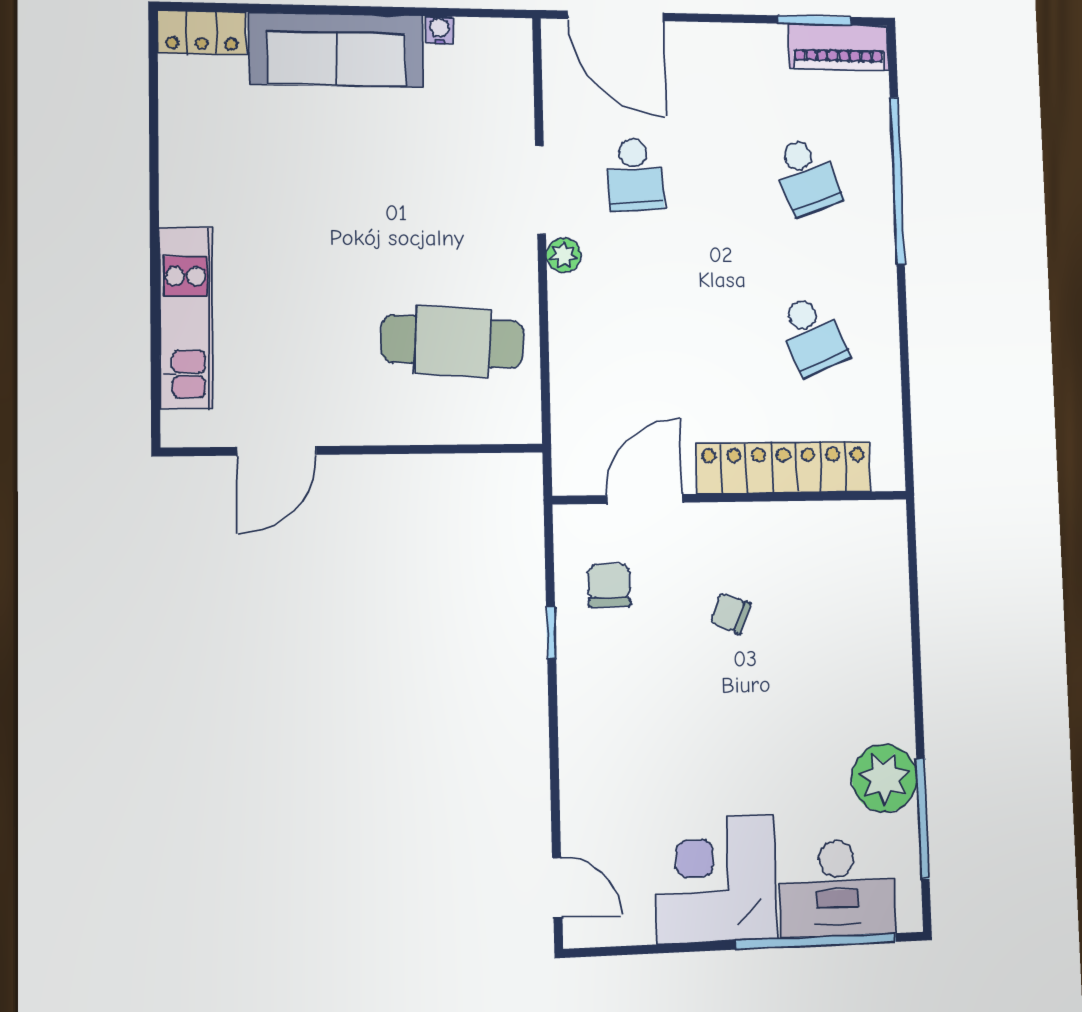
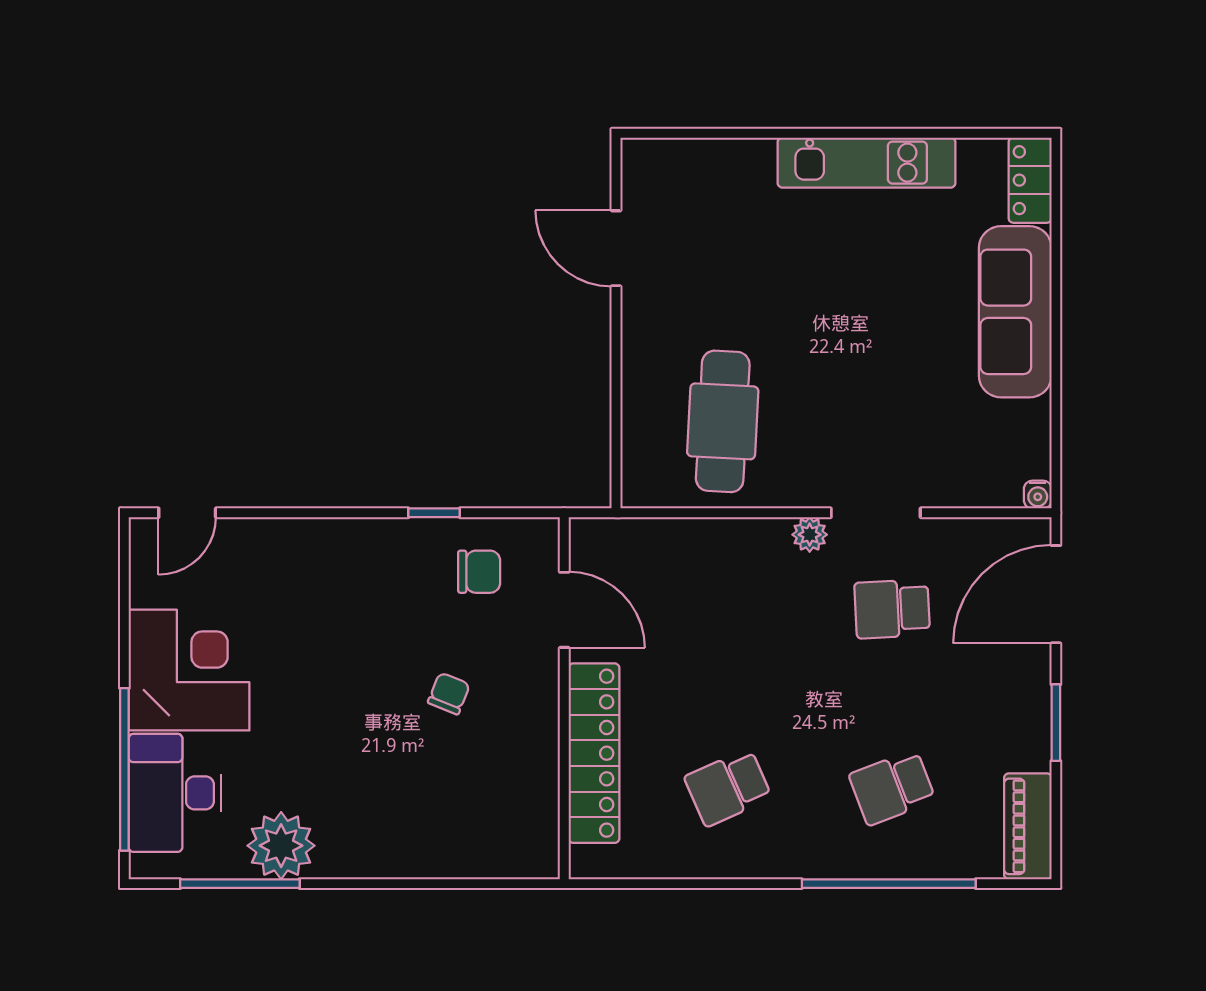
window: (815, 20) -> (1056, 723), moved
water cooler: (440, 30) -> (1038, 495), moved, turned 90
kitchen unit: (186, 318) -> (867, 163), moved

